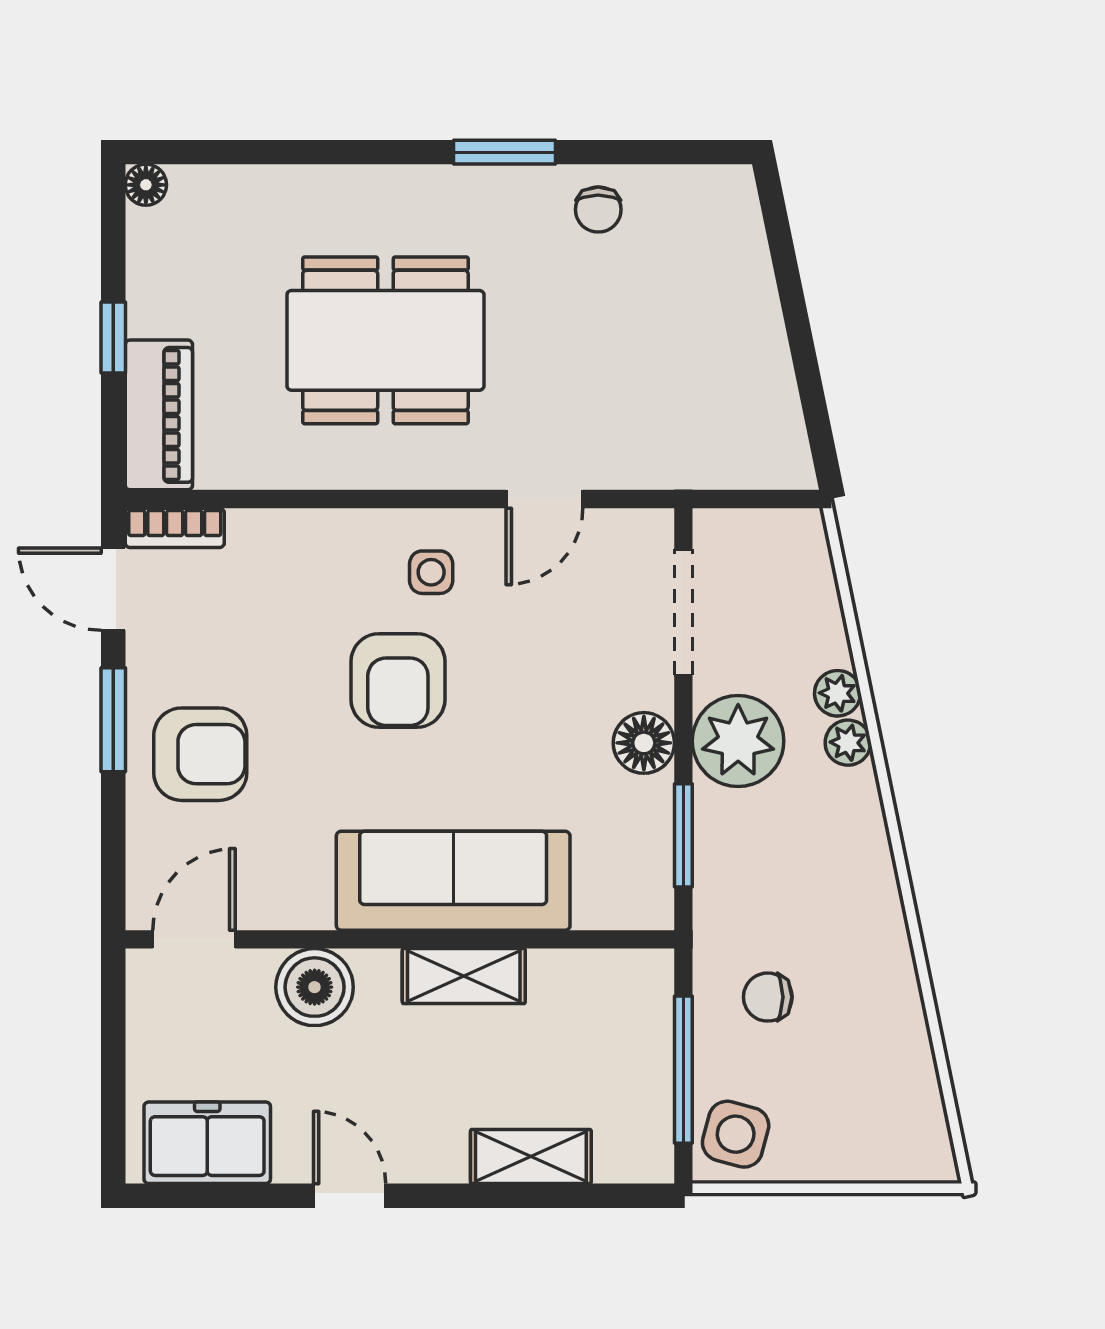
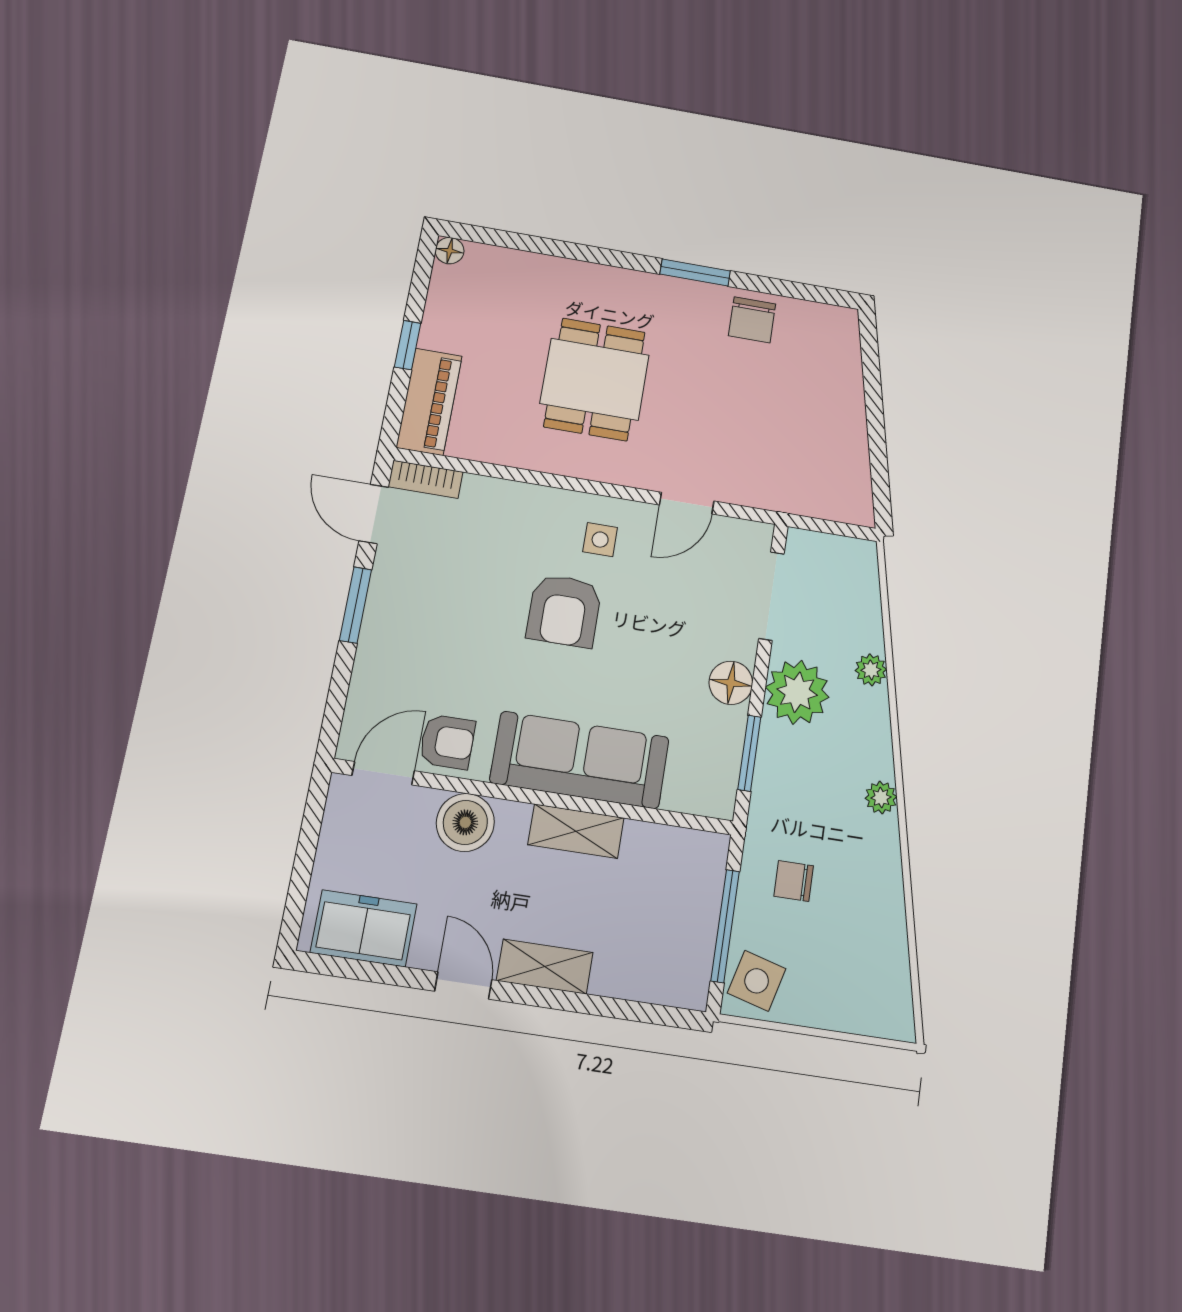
chair: (598, 210) -> (752, 320), width x1.37, depth x1.37
dining table: (385, 340) -> (595, 379), width x0.73
plant: (848, 743) -> (881, 798), moved
armchair: (200, 754) -> (447, 742), moved, width x0.72, depth x0.72
shelving: (531, 1157) -> (545, 967), moved

